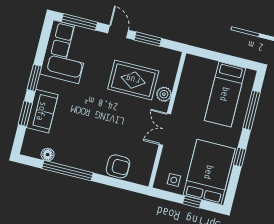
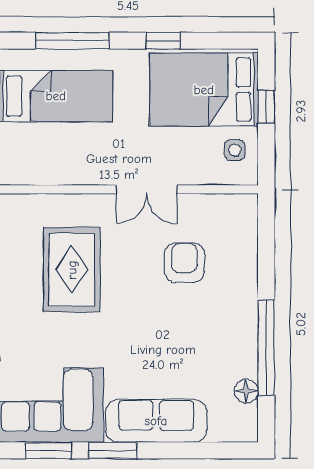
plant: (164, 94) -> (83, 207), removed
sofa: (42, 111) -> (156, 421), width x1.36
window: (25, 114) -> (48, 450), moved
armchair: (118, 166) -> (184, 263), moved

